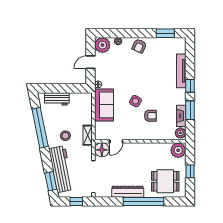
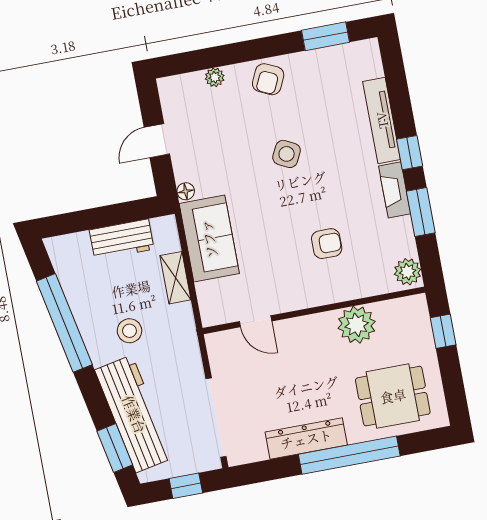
plant: (102, 45) -> (178, 94), removed
workbench: (57, 99) -> (122, 240), moved
side table: (135, 101) -> (287, 154), moved
fireplace: (181, 116) -> (395, 190), moved
shelving: (88, 135) -> (175, 278), moved
door: (116, 141) -> (256, 321), hinge flipped
floor lamp: (102, 150) -> (224, 348), removed
plant: (178, 150) -> (357, 325), moved
window: (190, 171) -> (443, 331), moved

